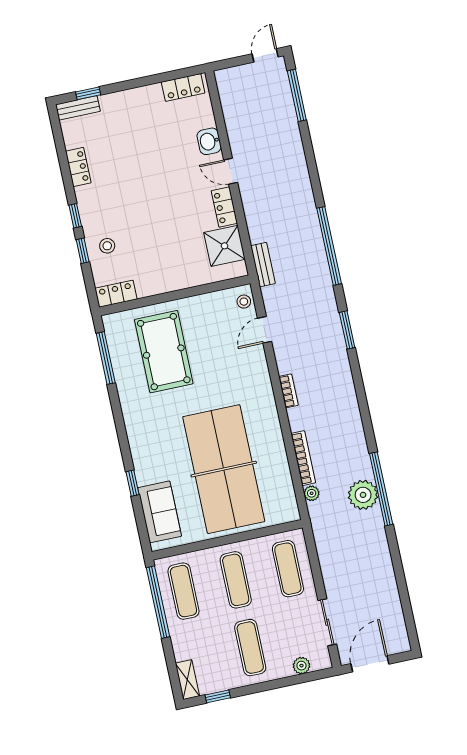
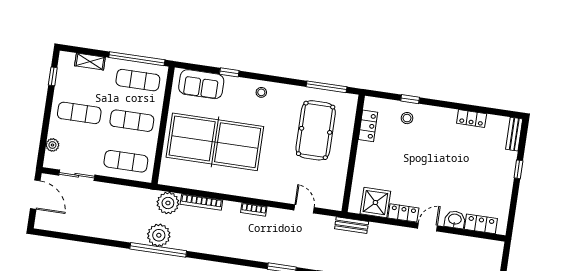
locker: (183, 87) -> (481, 224), moved, turned 90
window: (88, 93) -> (518, 169), moved
window: (75, 216) -> (437, 103), removed
locker: (116, 294) -> (368, 126), moved
stool: (244, 302) -> (261, 92), moved
pool table: (164, 352) -> (316, 130), turned 90
plant: (312, 493) -> (168, 203), width x1.88, depth x1.88
shelving: (187, 680) -> (90, 62), moved

